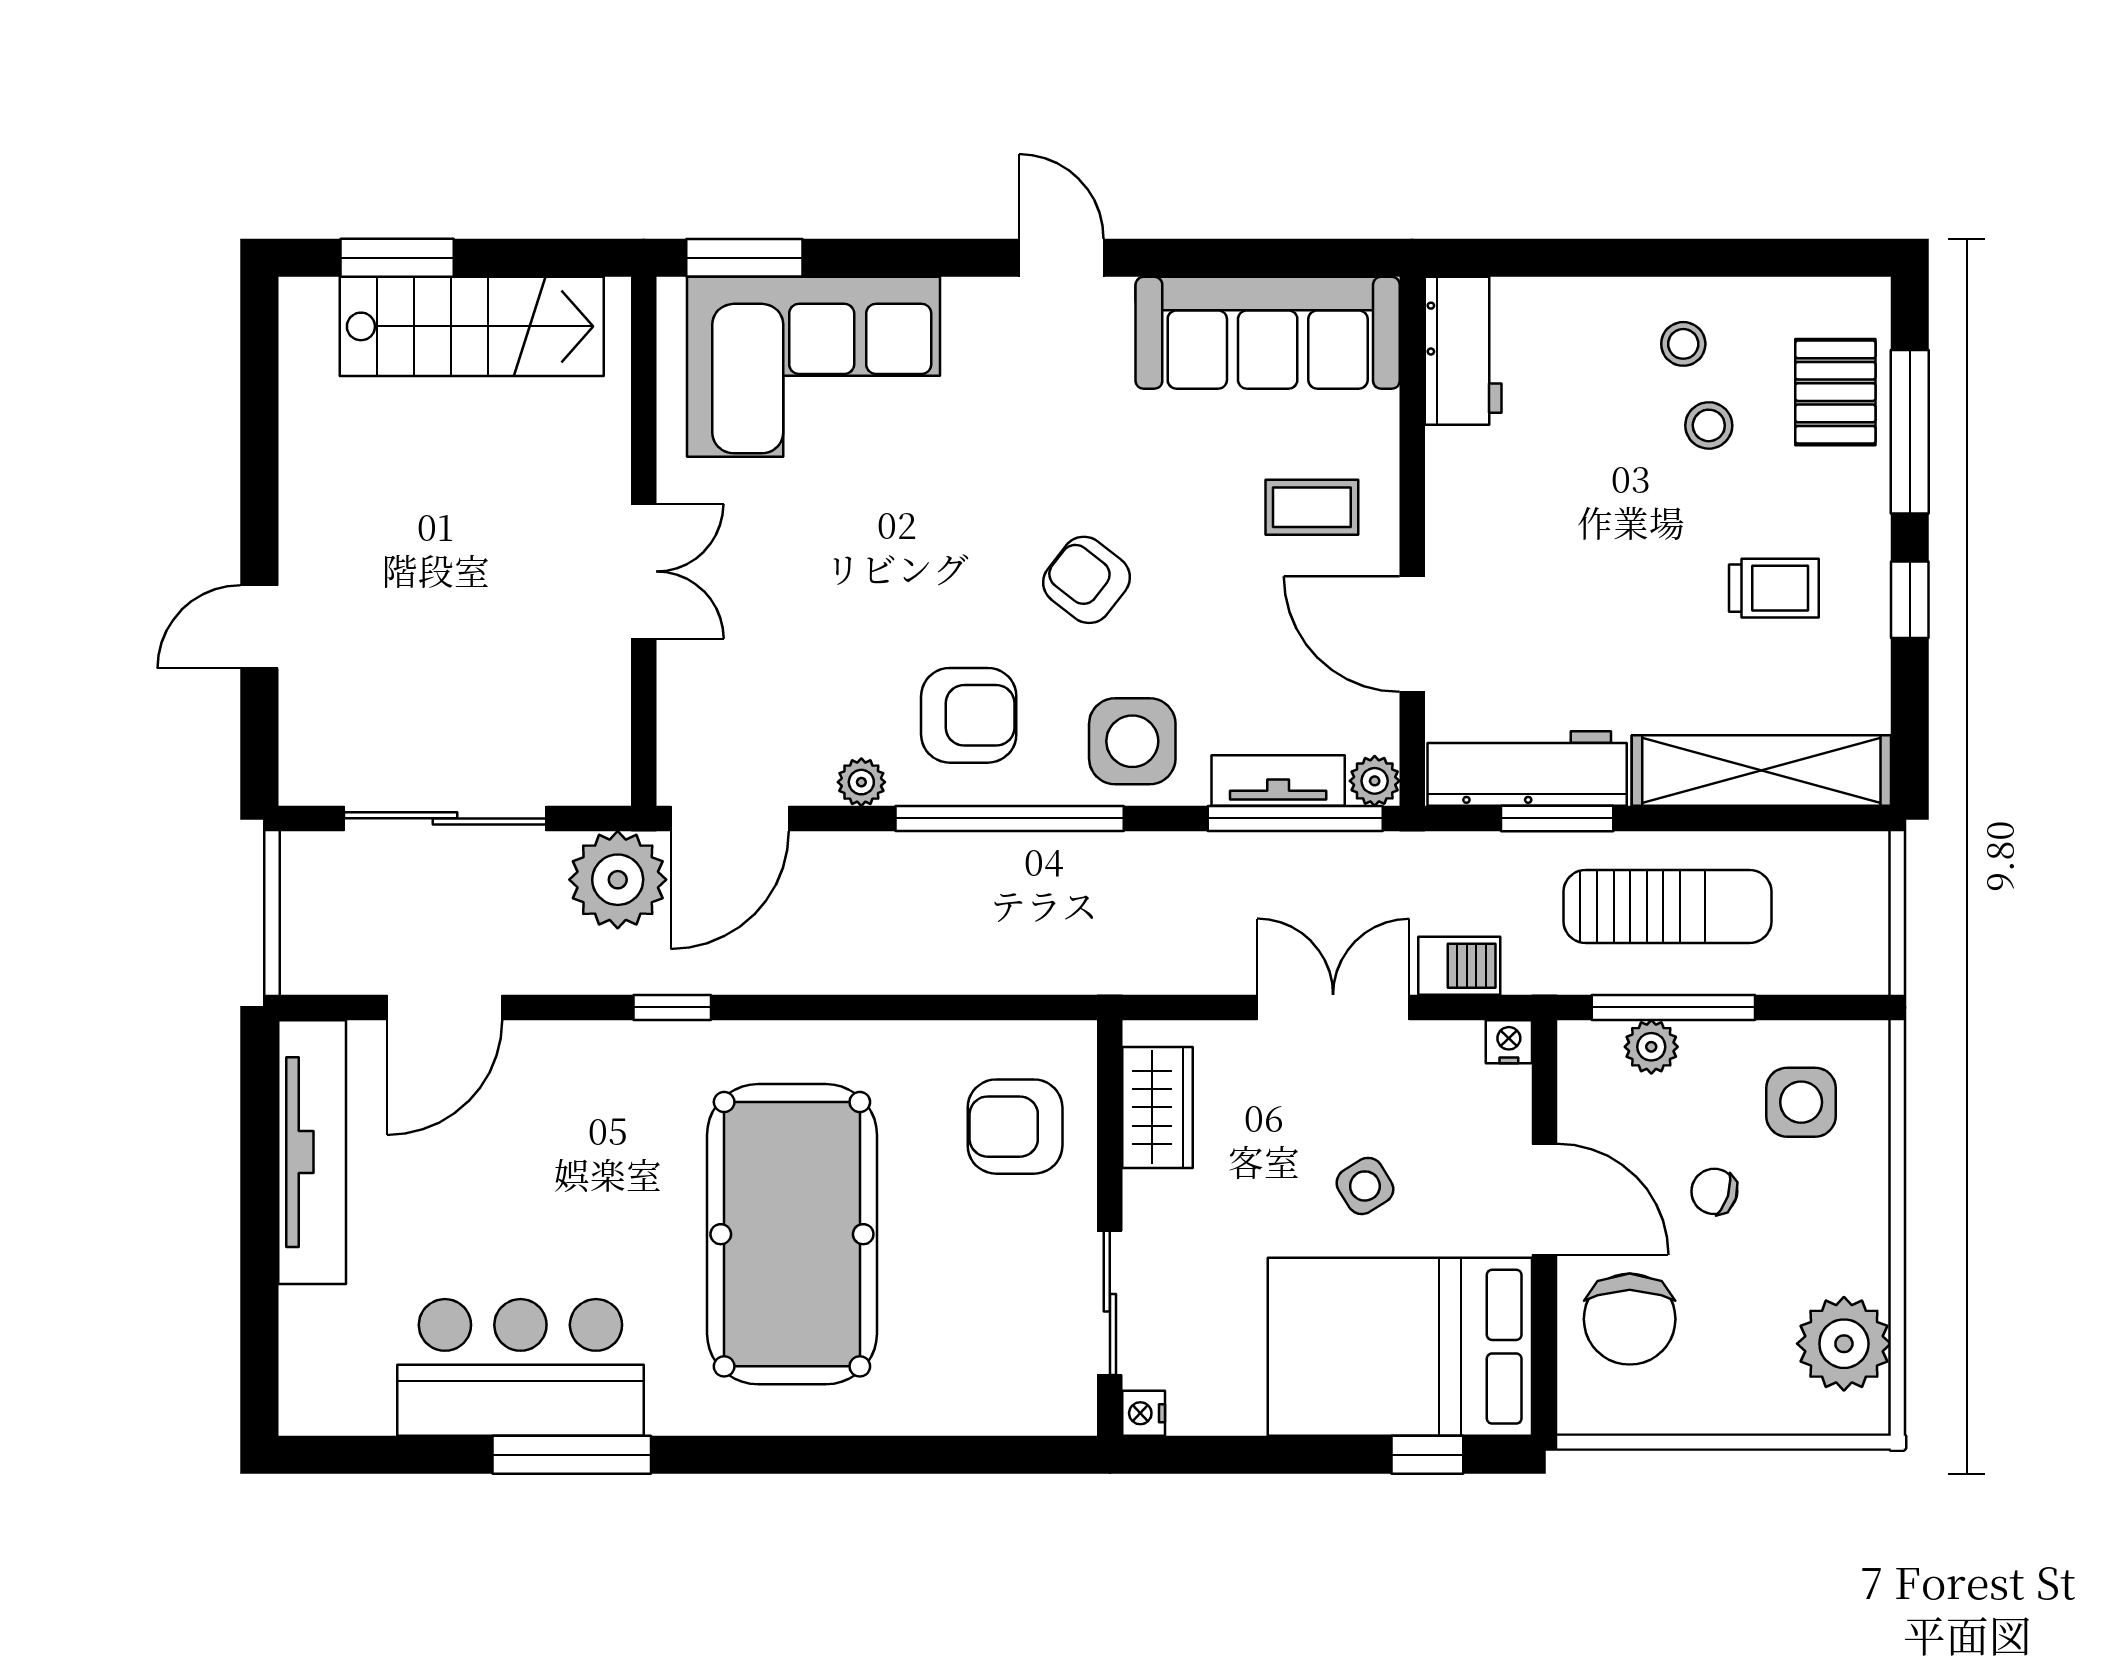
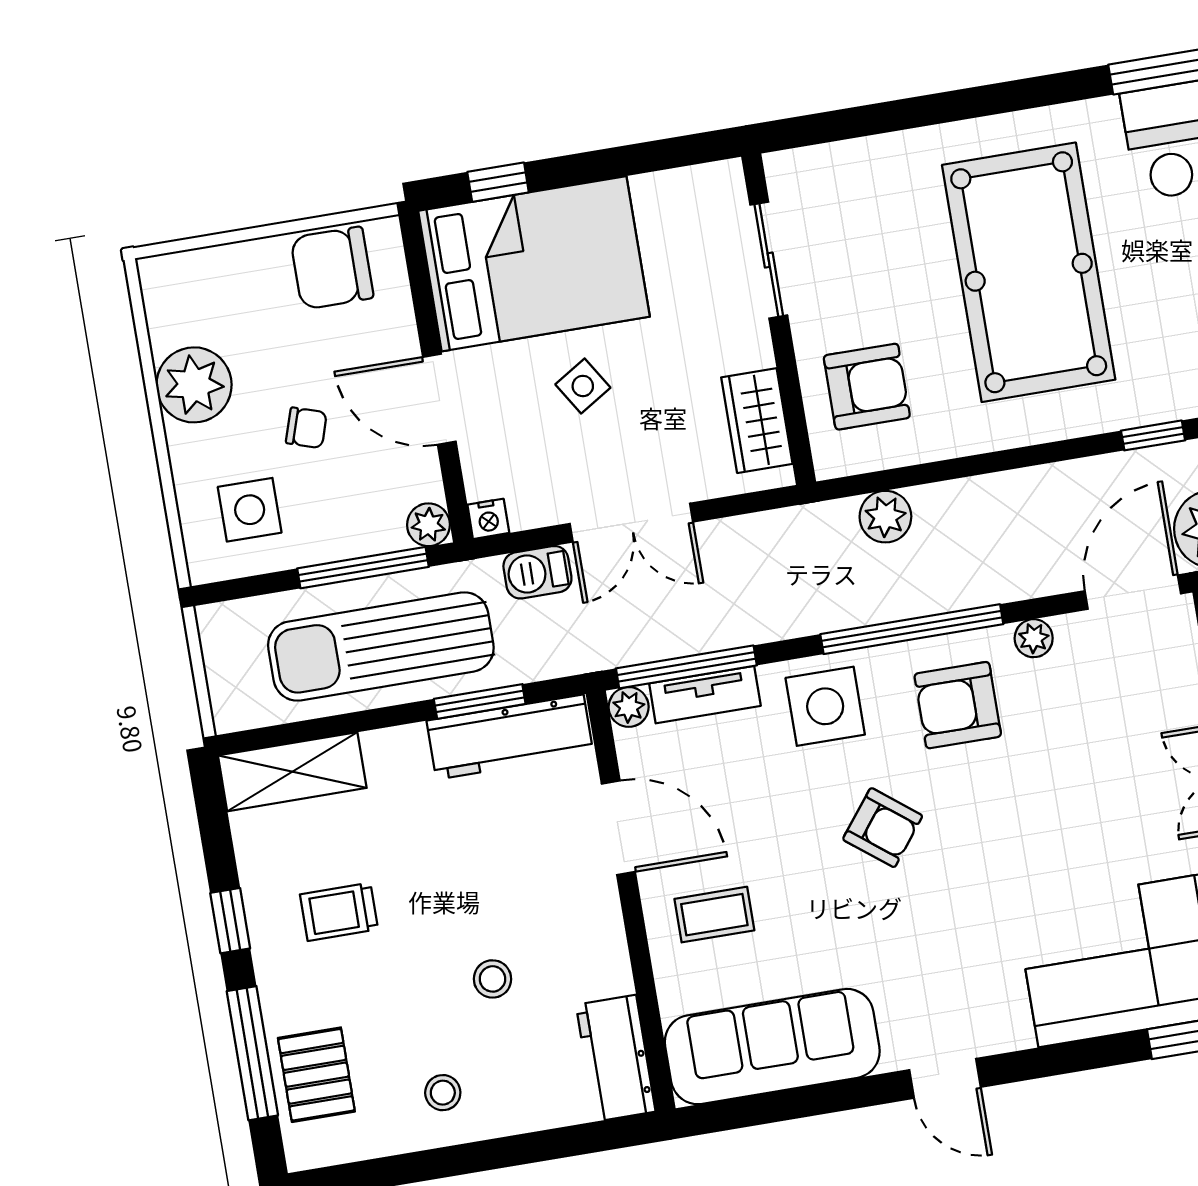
stool: (1709, 425) -> (492, 979), moved
shelving: (1761, 771) -> (292, 772), width x0.68
sun lounger: (1668, 906) -> (381, 647), width x1.36, depth x1.34
plant: (1019, 963) -> (885, 517), added
plant: (1651, 1047) -> (428, 525), moved
chair: (1630, 1319) -> (332, 268), moved, turned -90
plant: (1844, 1344) -> (194, 385), moved
nightstand: (1144, 1413) -> (727, 177), removed

